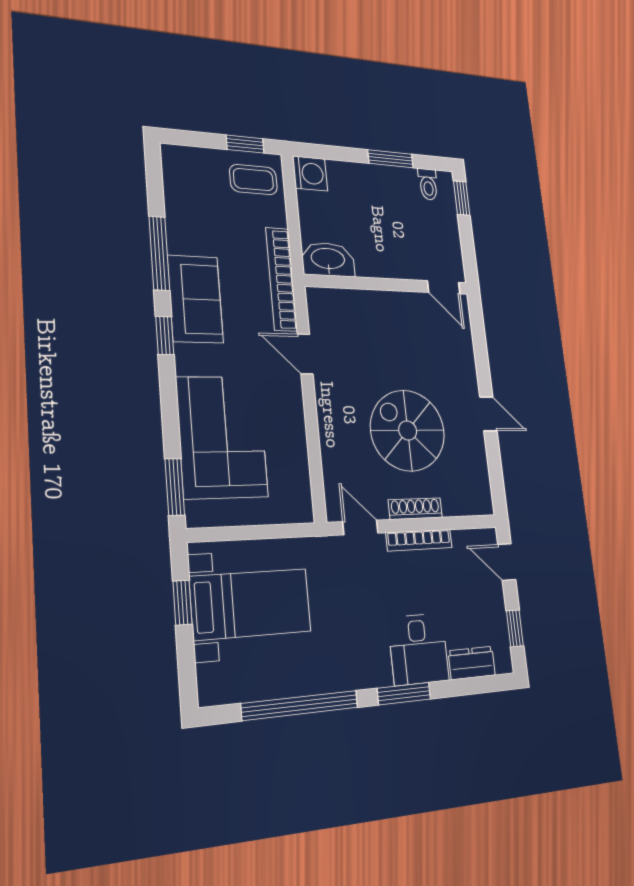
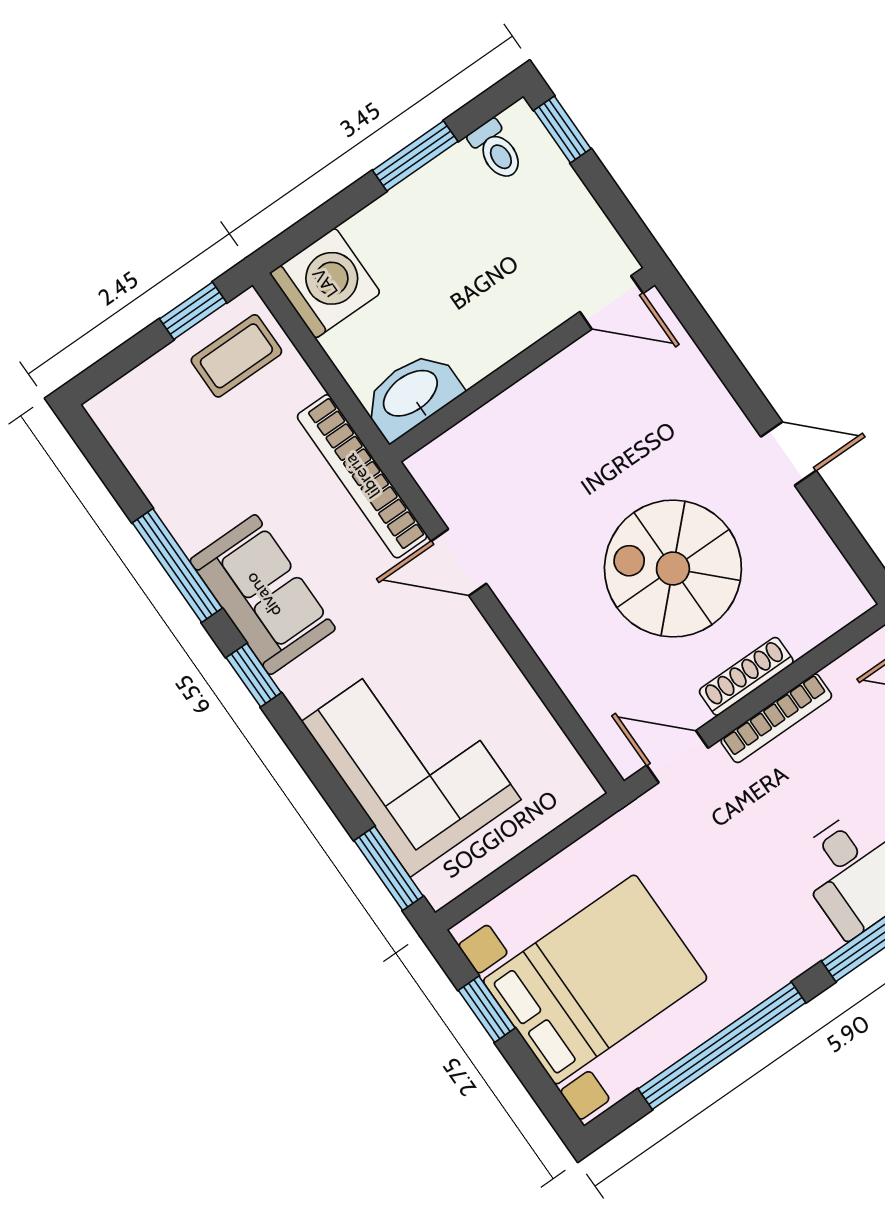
washing machine: (310, 174) -> (325, 283), width x1.37, depth x1.37
bed with nightstands: (251, 604) -> (595, 980), width x1.36

